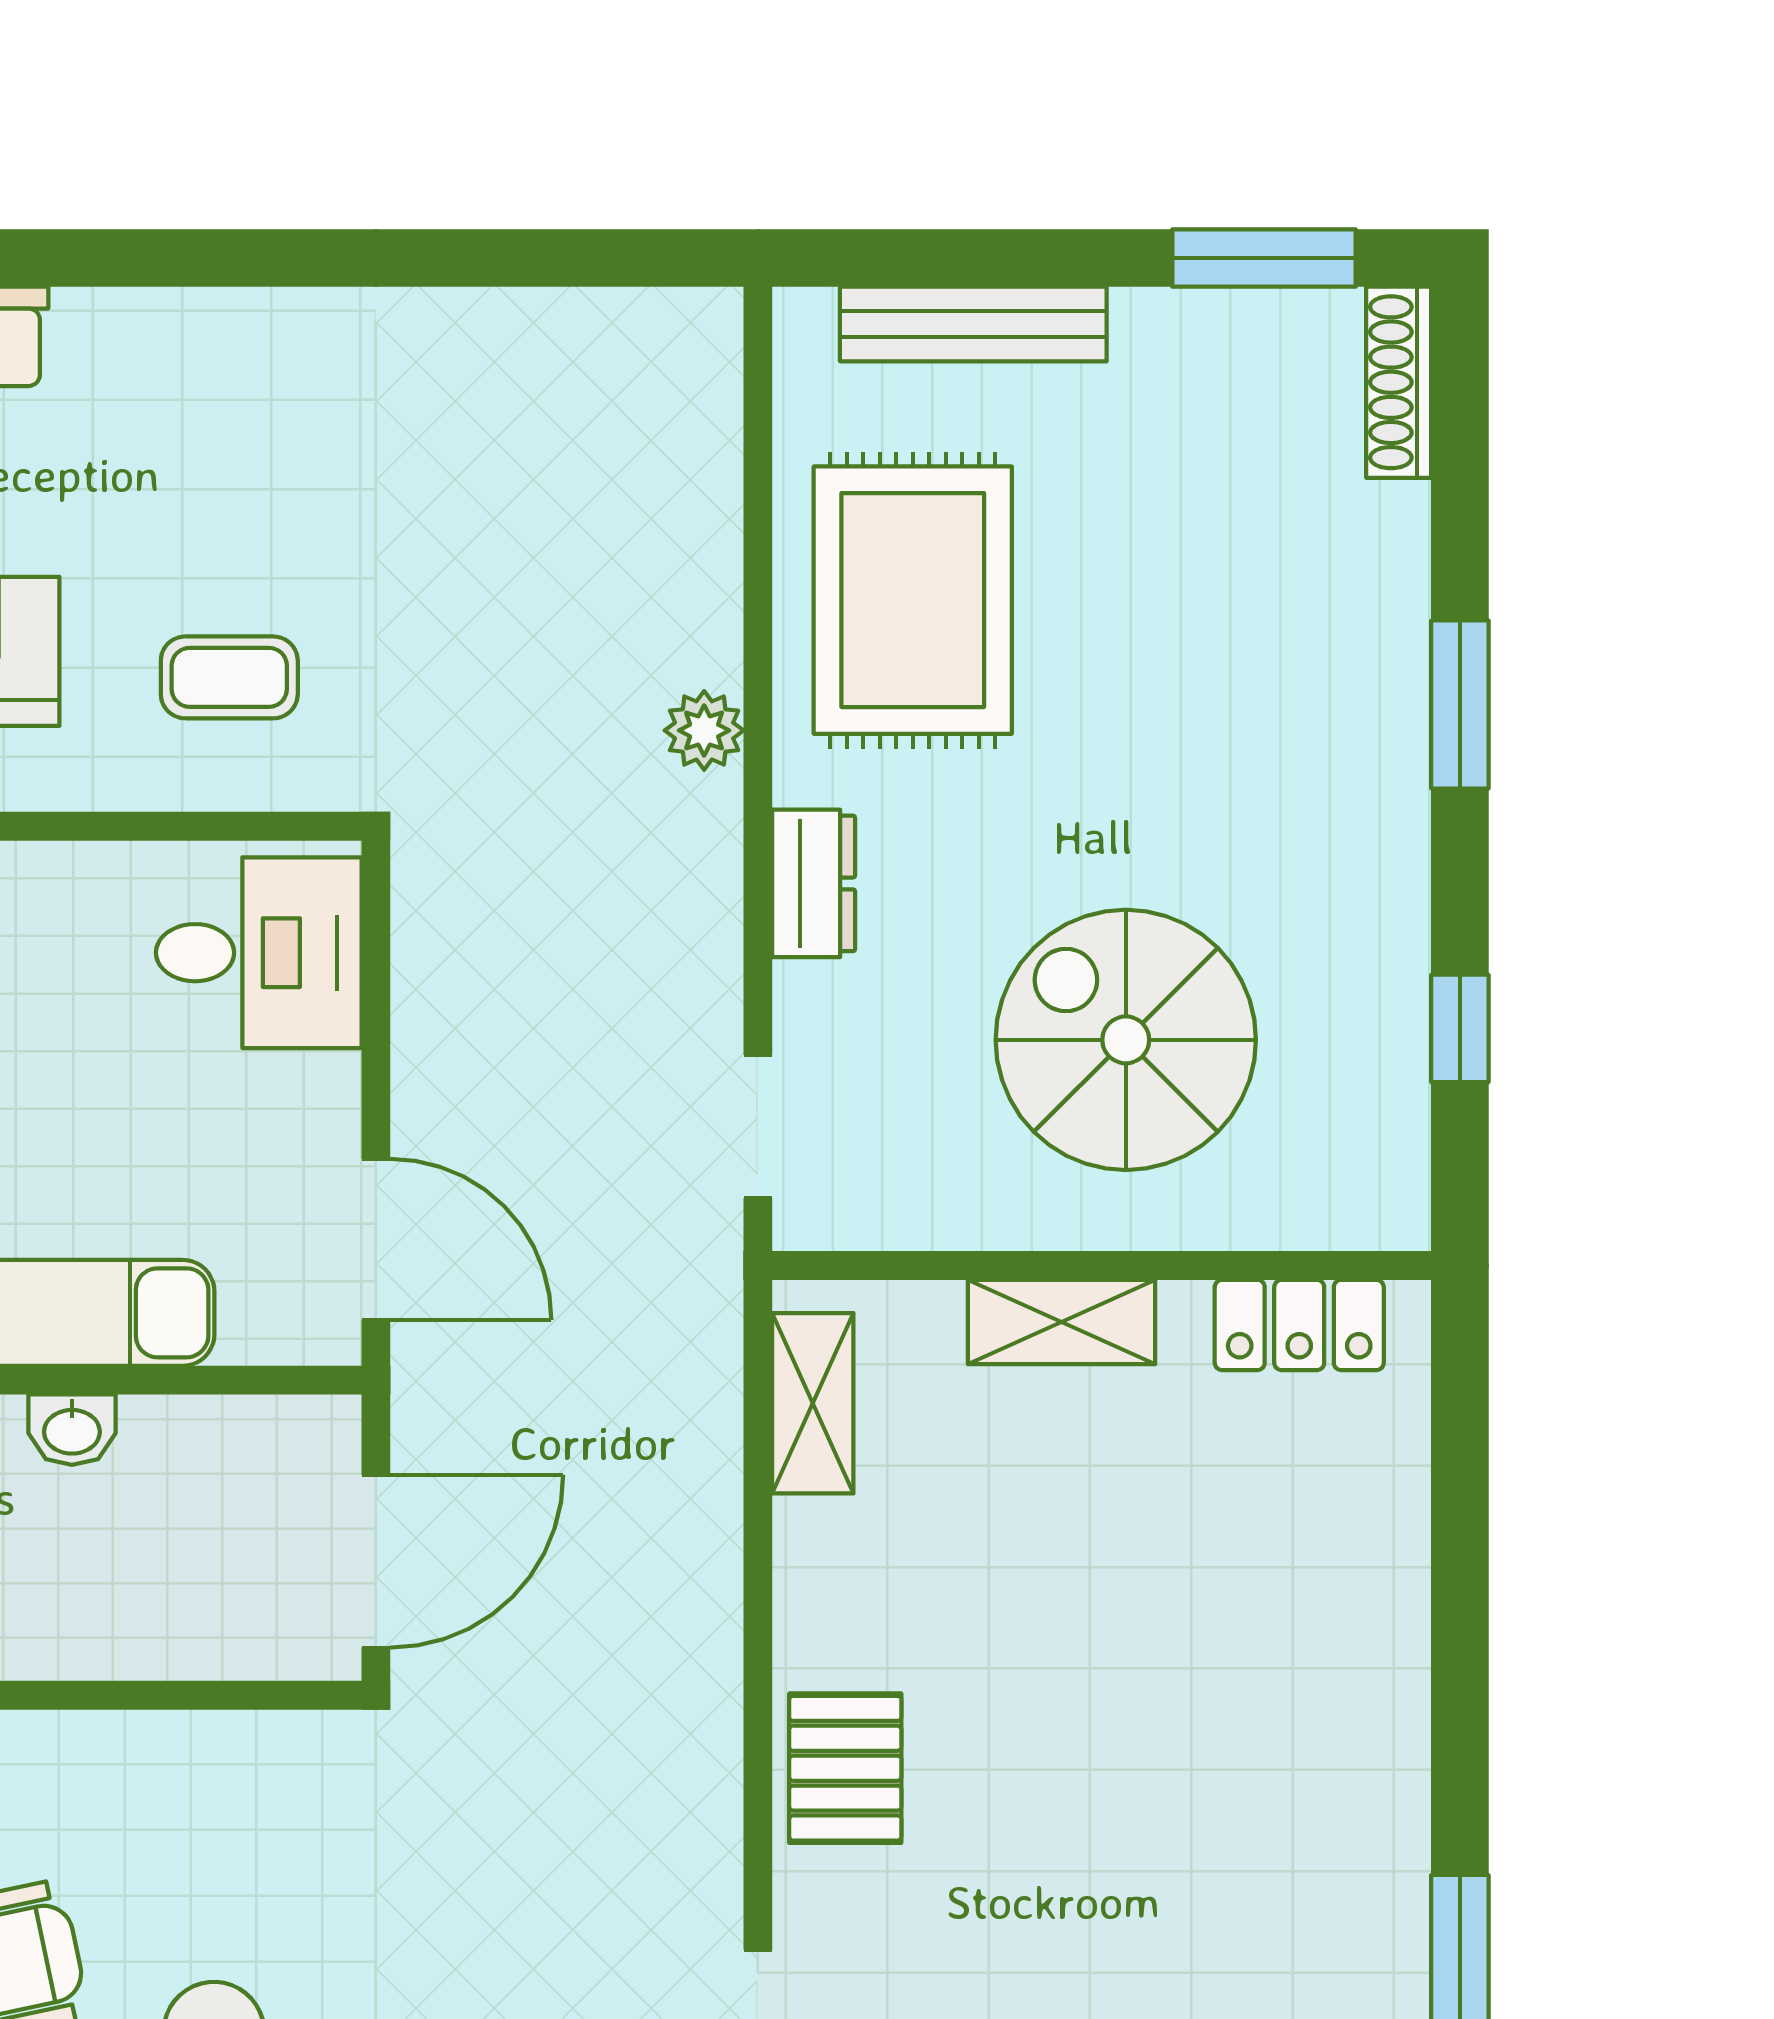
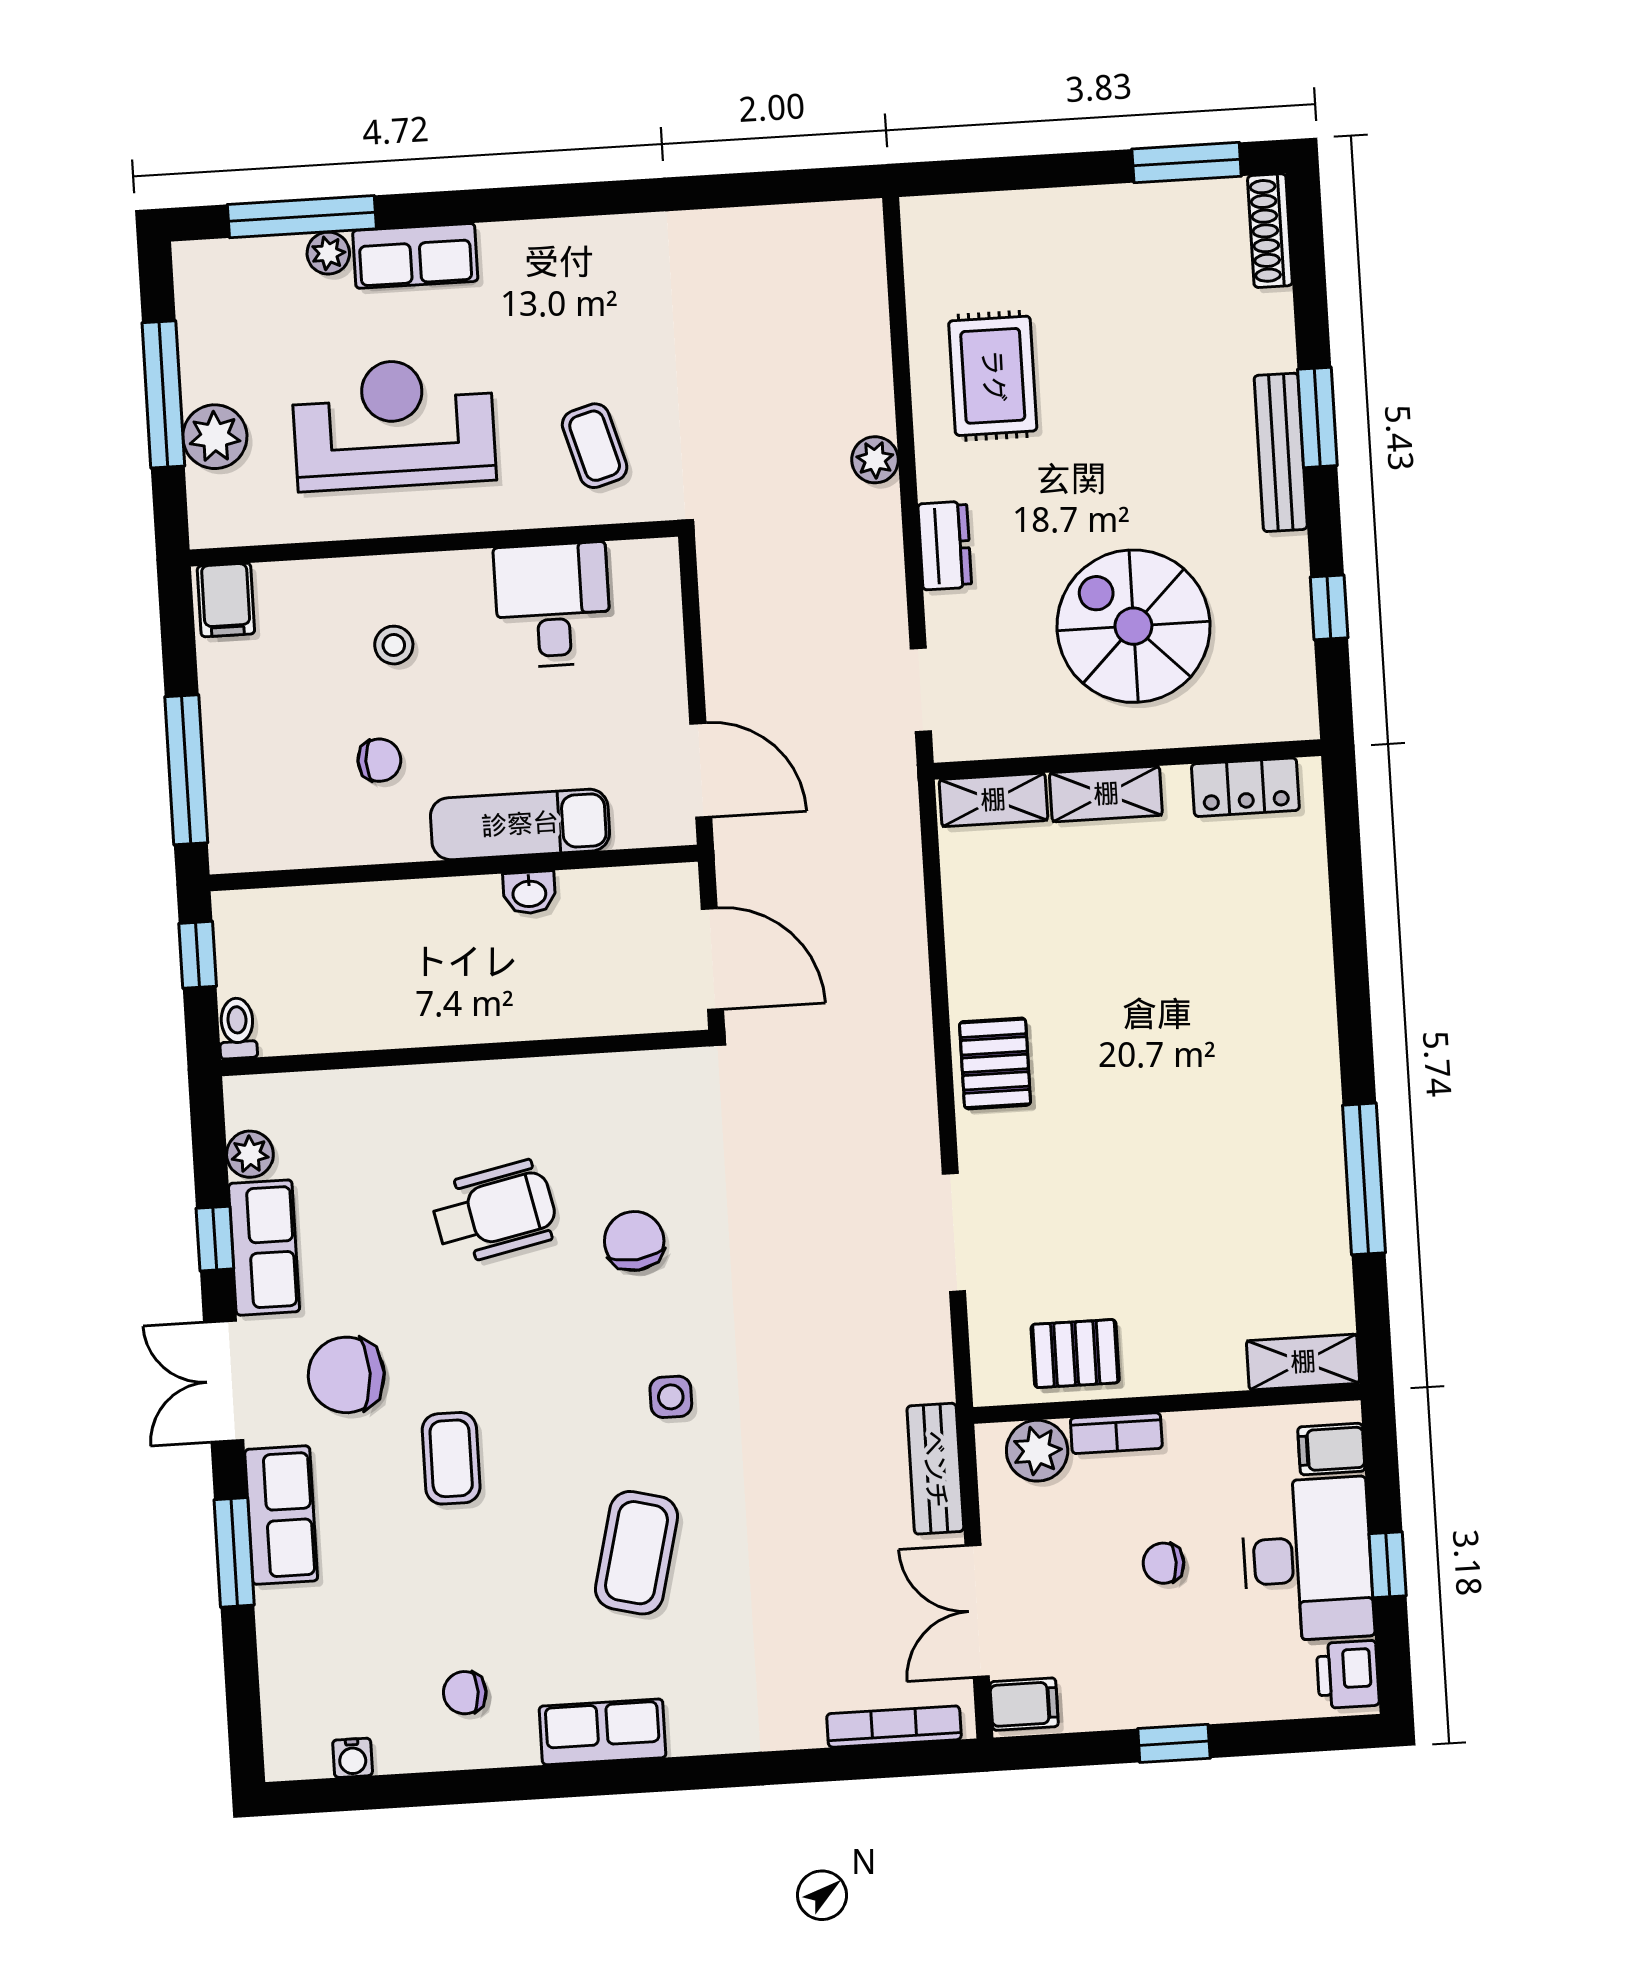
bench: (973, 324) -> (1281, 452), moved, turned 90
rug: (913, 600) -> (993, 376), width x0.73, depth x0.70
coffee table: (229, 677) -> (595, 446), turned 74
desk: (259, 953) -> (553, 605), moved, turned -90
shelving: (813, 1403) -> (993, 800), moved, turned 90
door: (376, 1561) -> (712, 959), hinge flipped

